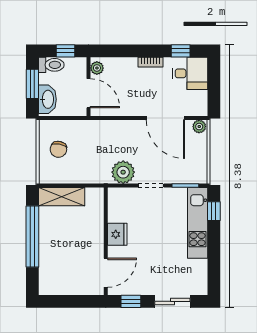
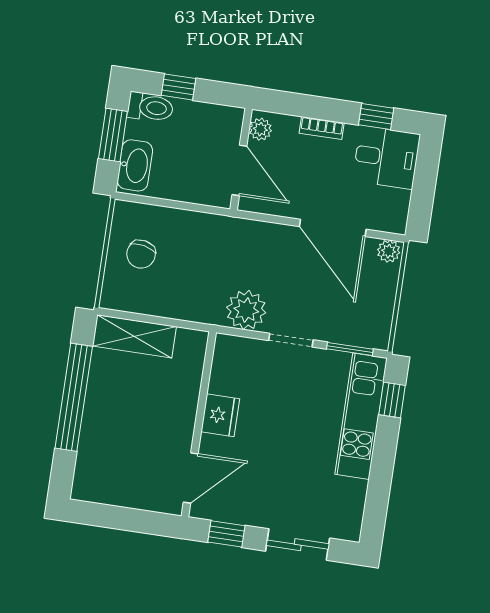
plant: (97, 68) -> (260, 129), moved
wall: (89, 87) -> (241, 159), moved
door: (89, 93) -> (239, 170), moved

